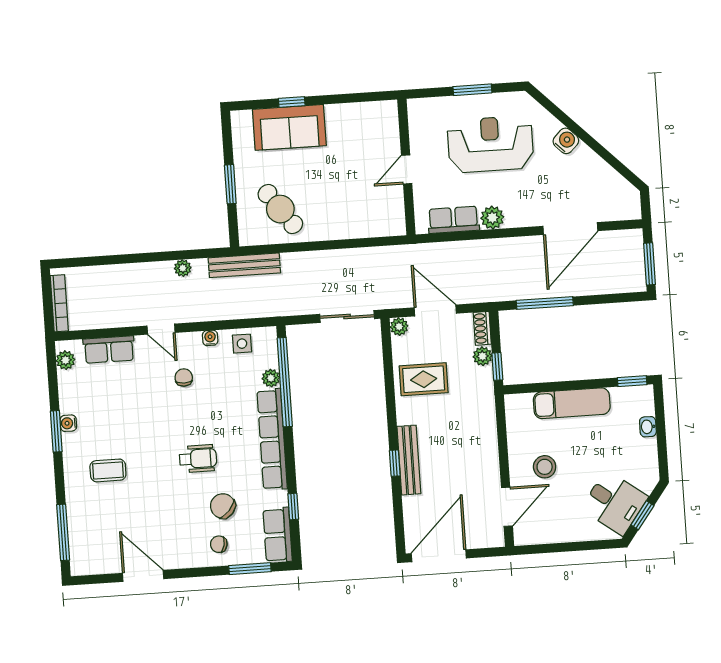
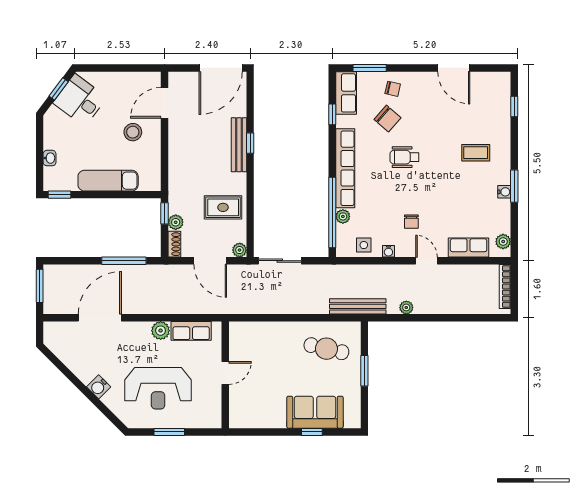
cafe table: (280, 209) -> (326, 349), turned -41
window: (63, 532) -> (514, 106), width x0.46

